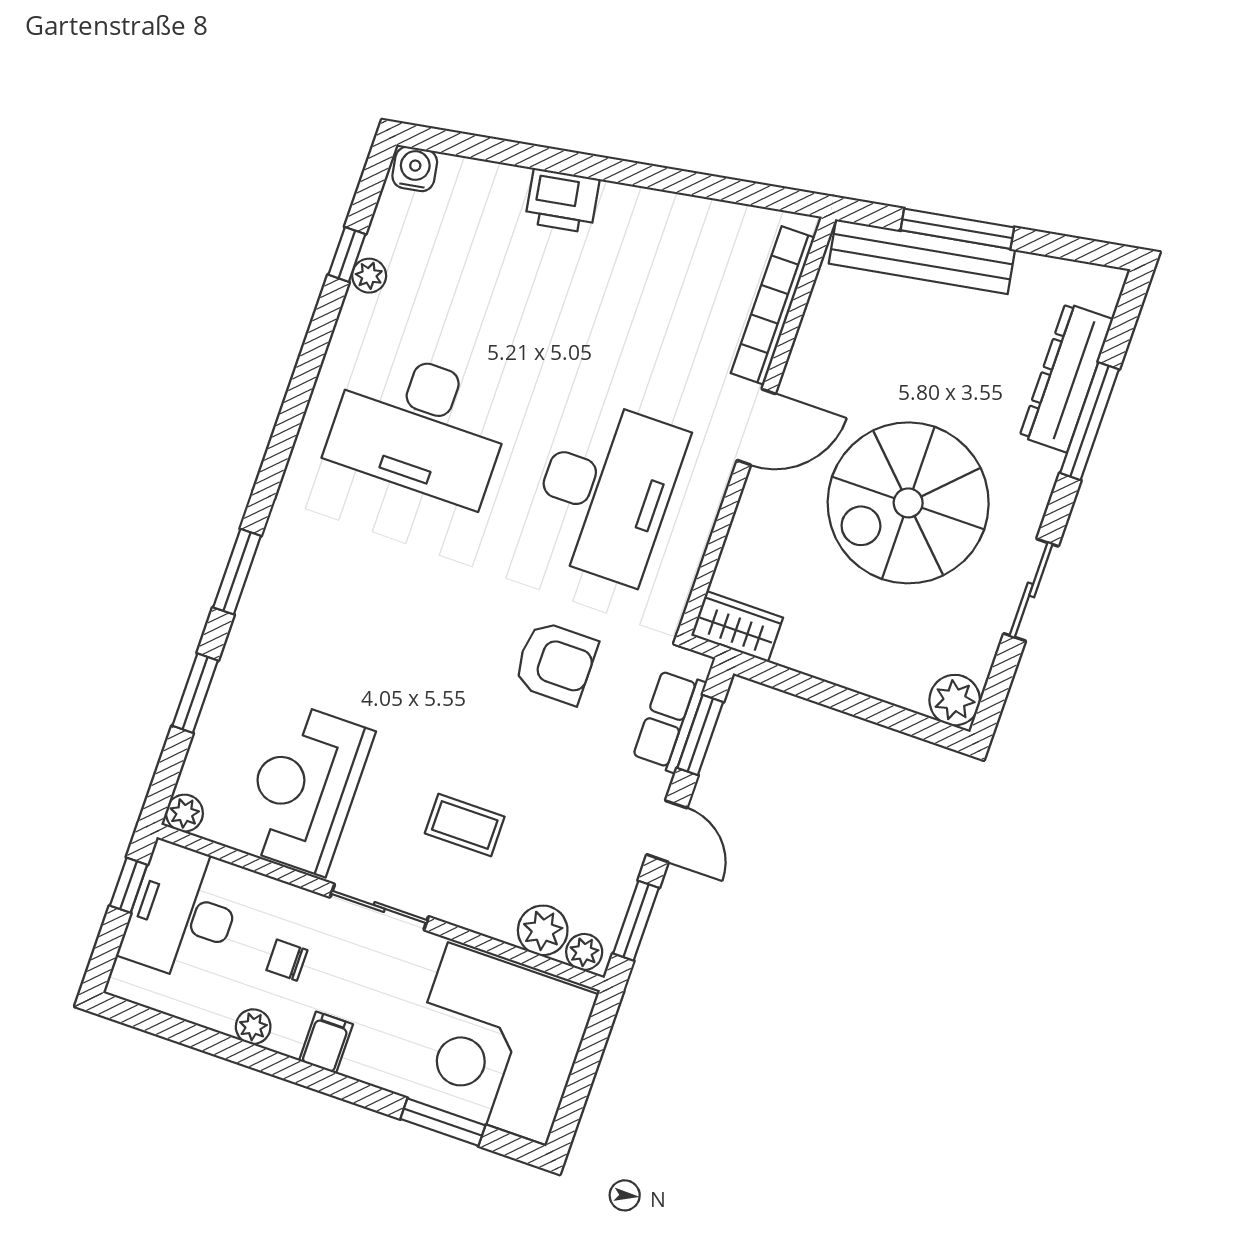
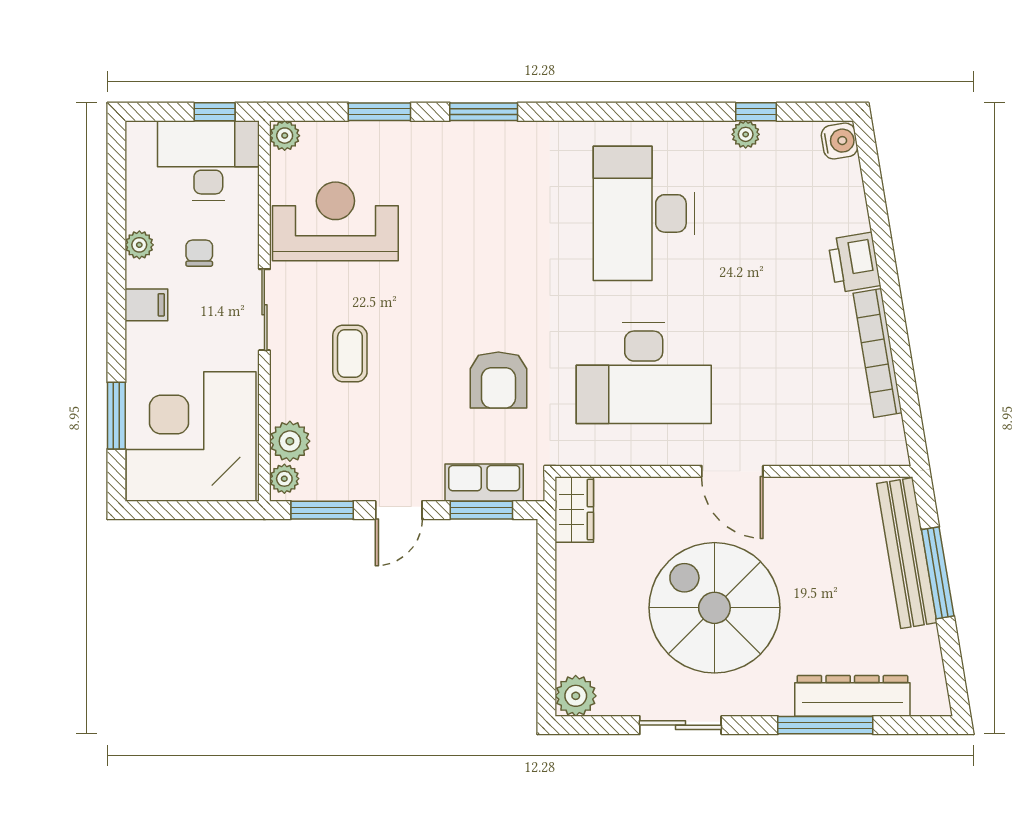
bookcase: (773, 305) -> (878, 353), moved, turned -99

